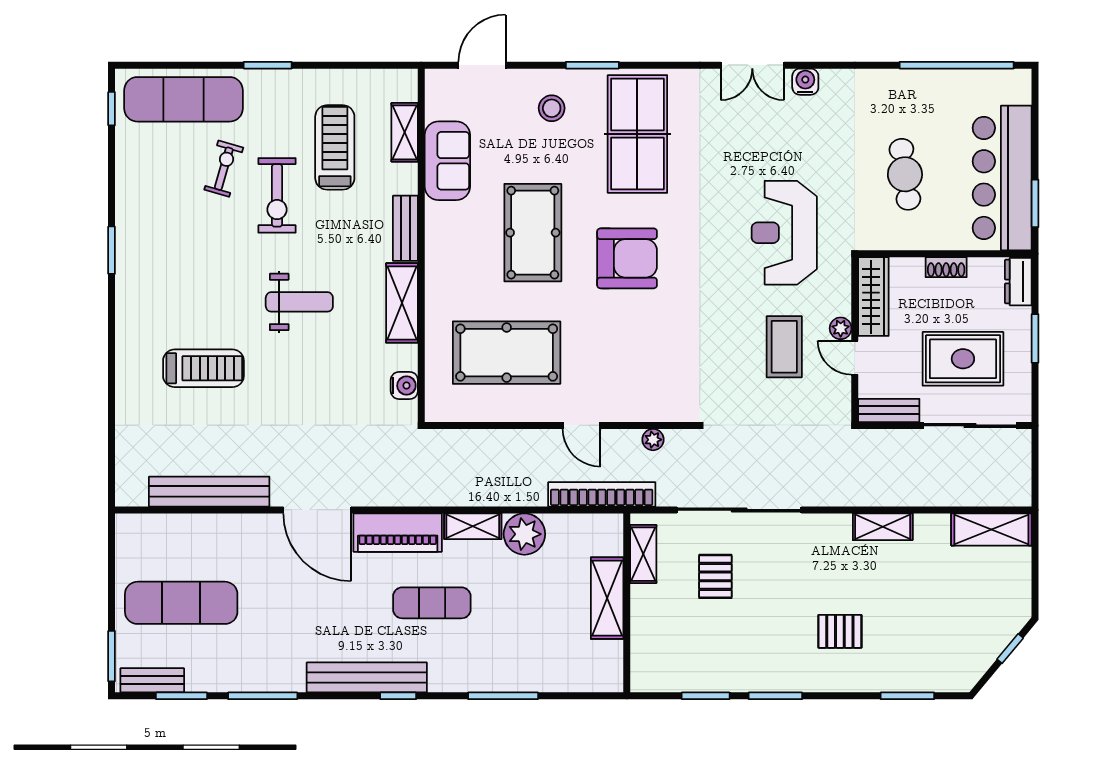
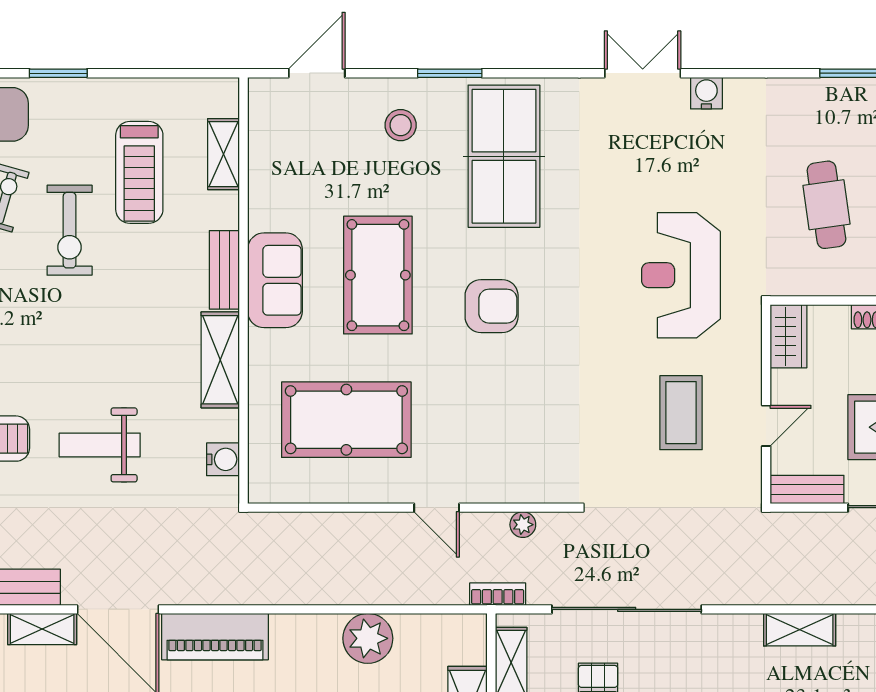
double door: (752, 65) -> (643, 73), swing flipped
treadmill: (335, 147) -> (139, 172), turned 180
sofa: (447, 161) -> (275, 280), moved
armchair: (627, 258) -> (492, 306), width x0.73, depth x0.73
wardrobe: (873, 297) -> (789, 336), width x0.67
weight bench: (299, 302) -> (100, 445), moved, turned 180
plant: (841, 328) -> (749, 390), removed
door: (855, 358) -> (766, 426), swing flipped
bookcase: (602, 494) -> (498, 594), width x0.43, depth x0.76
shelving: (473, 526) -> (42, 629), moved

